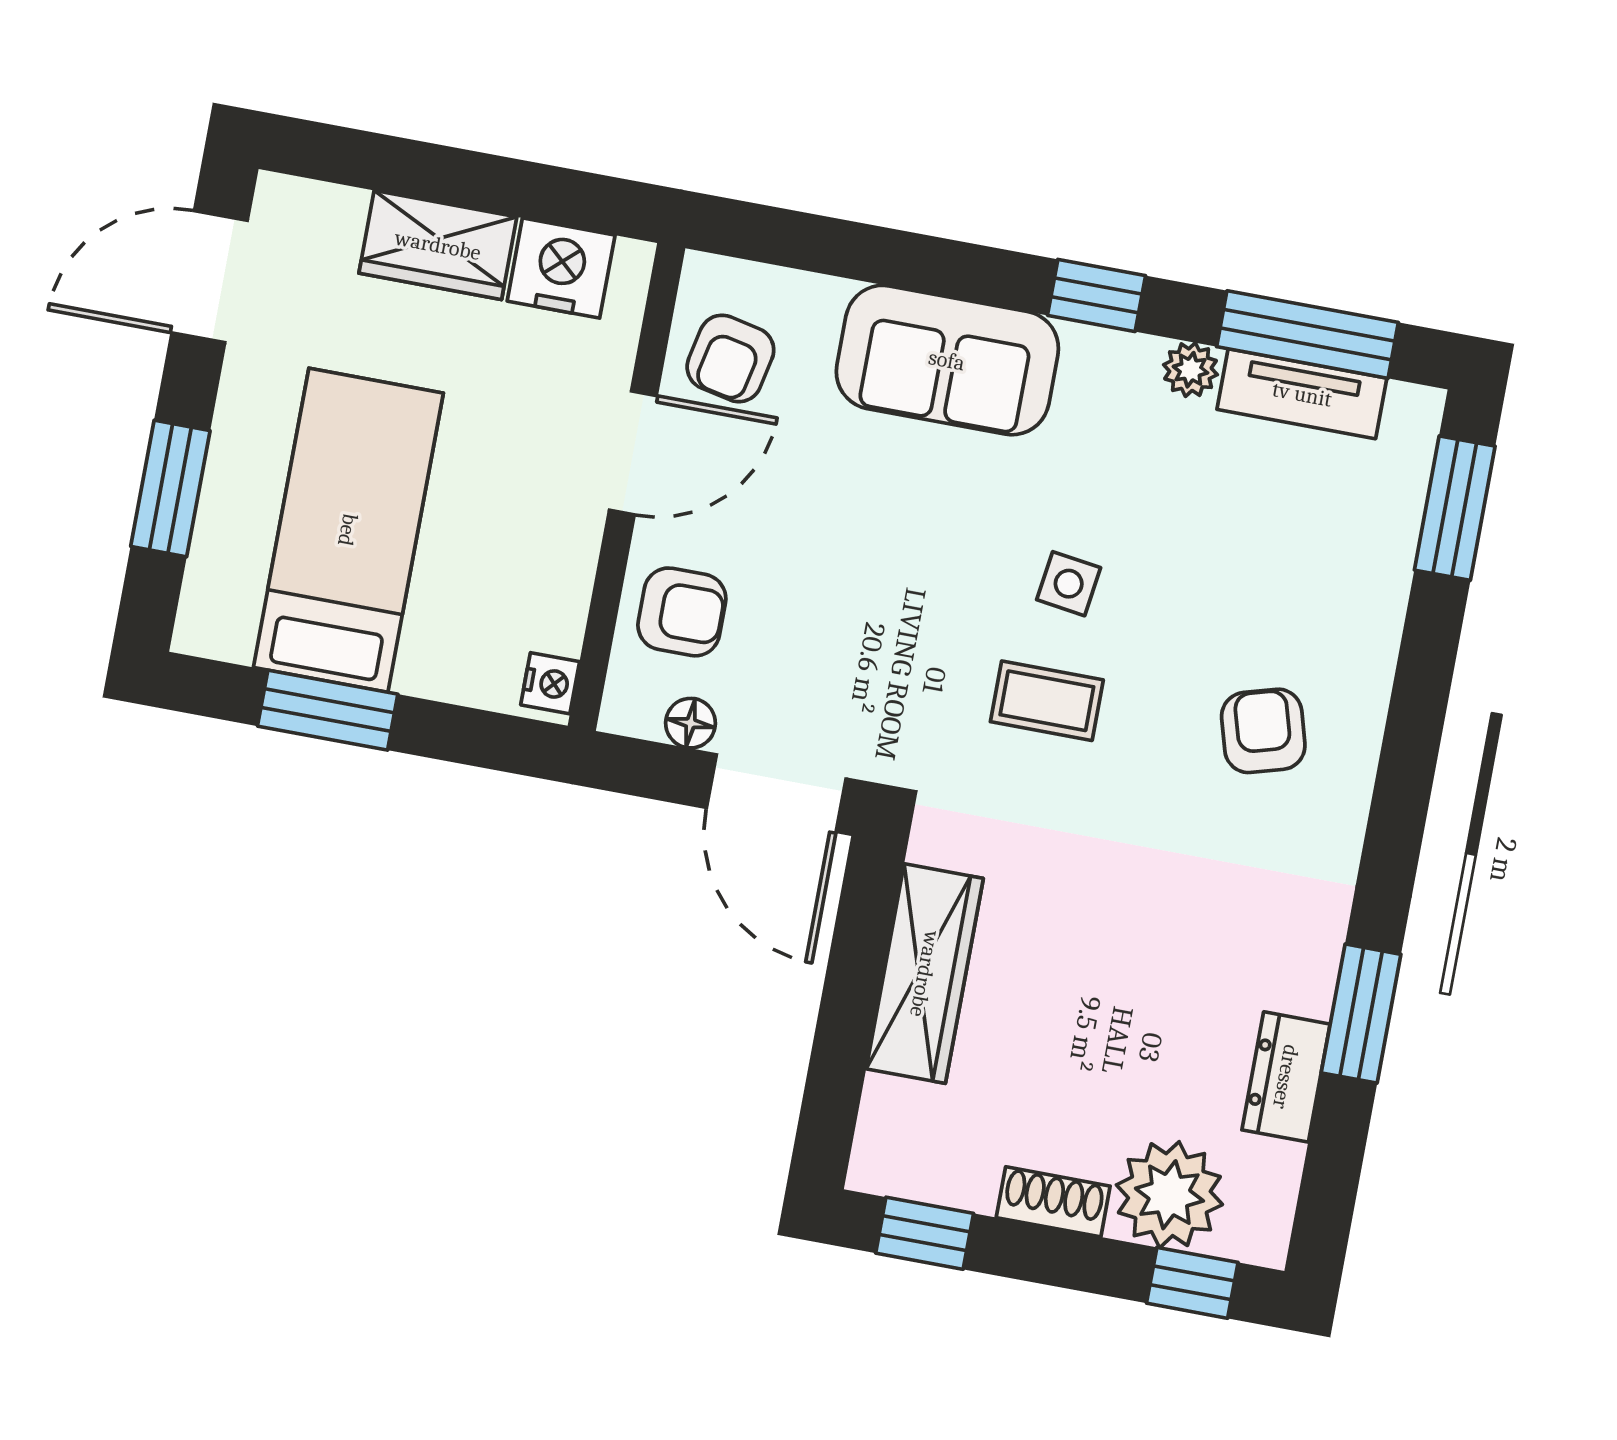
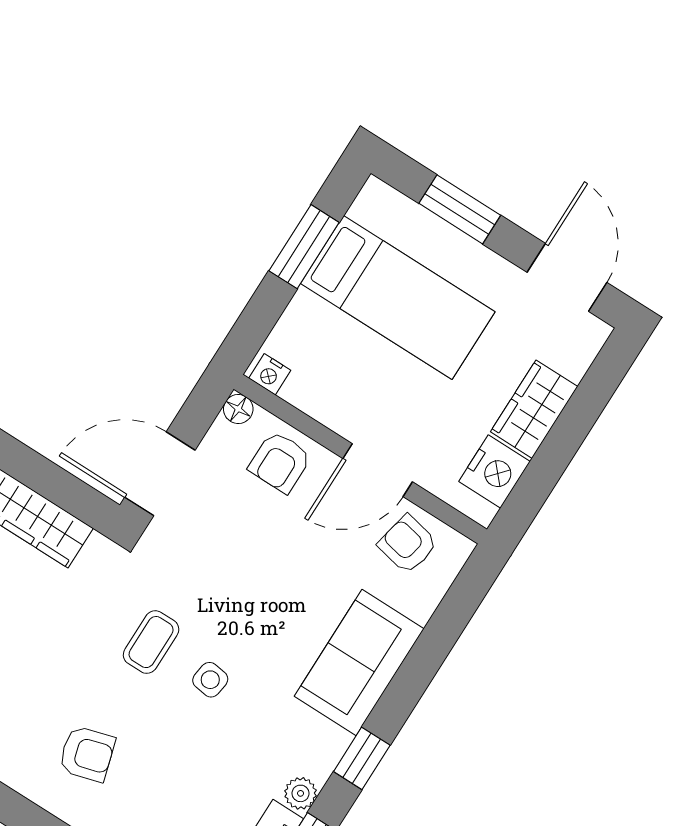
door: (633, 453) -> (378, 470), hinge flipped
floor lamp: (691, 723) -> (238, 409), moved

